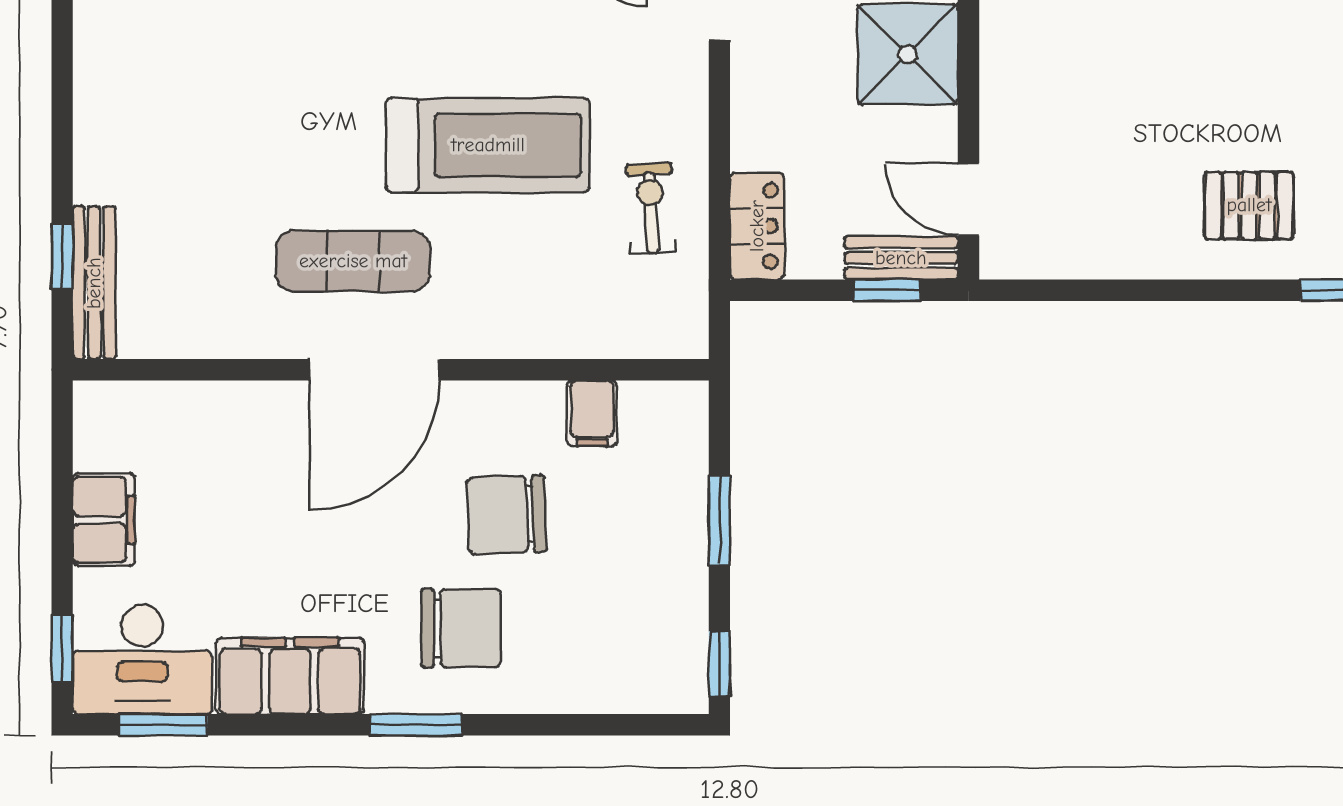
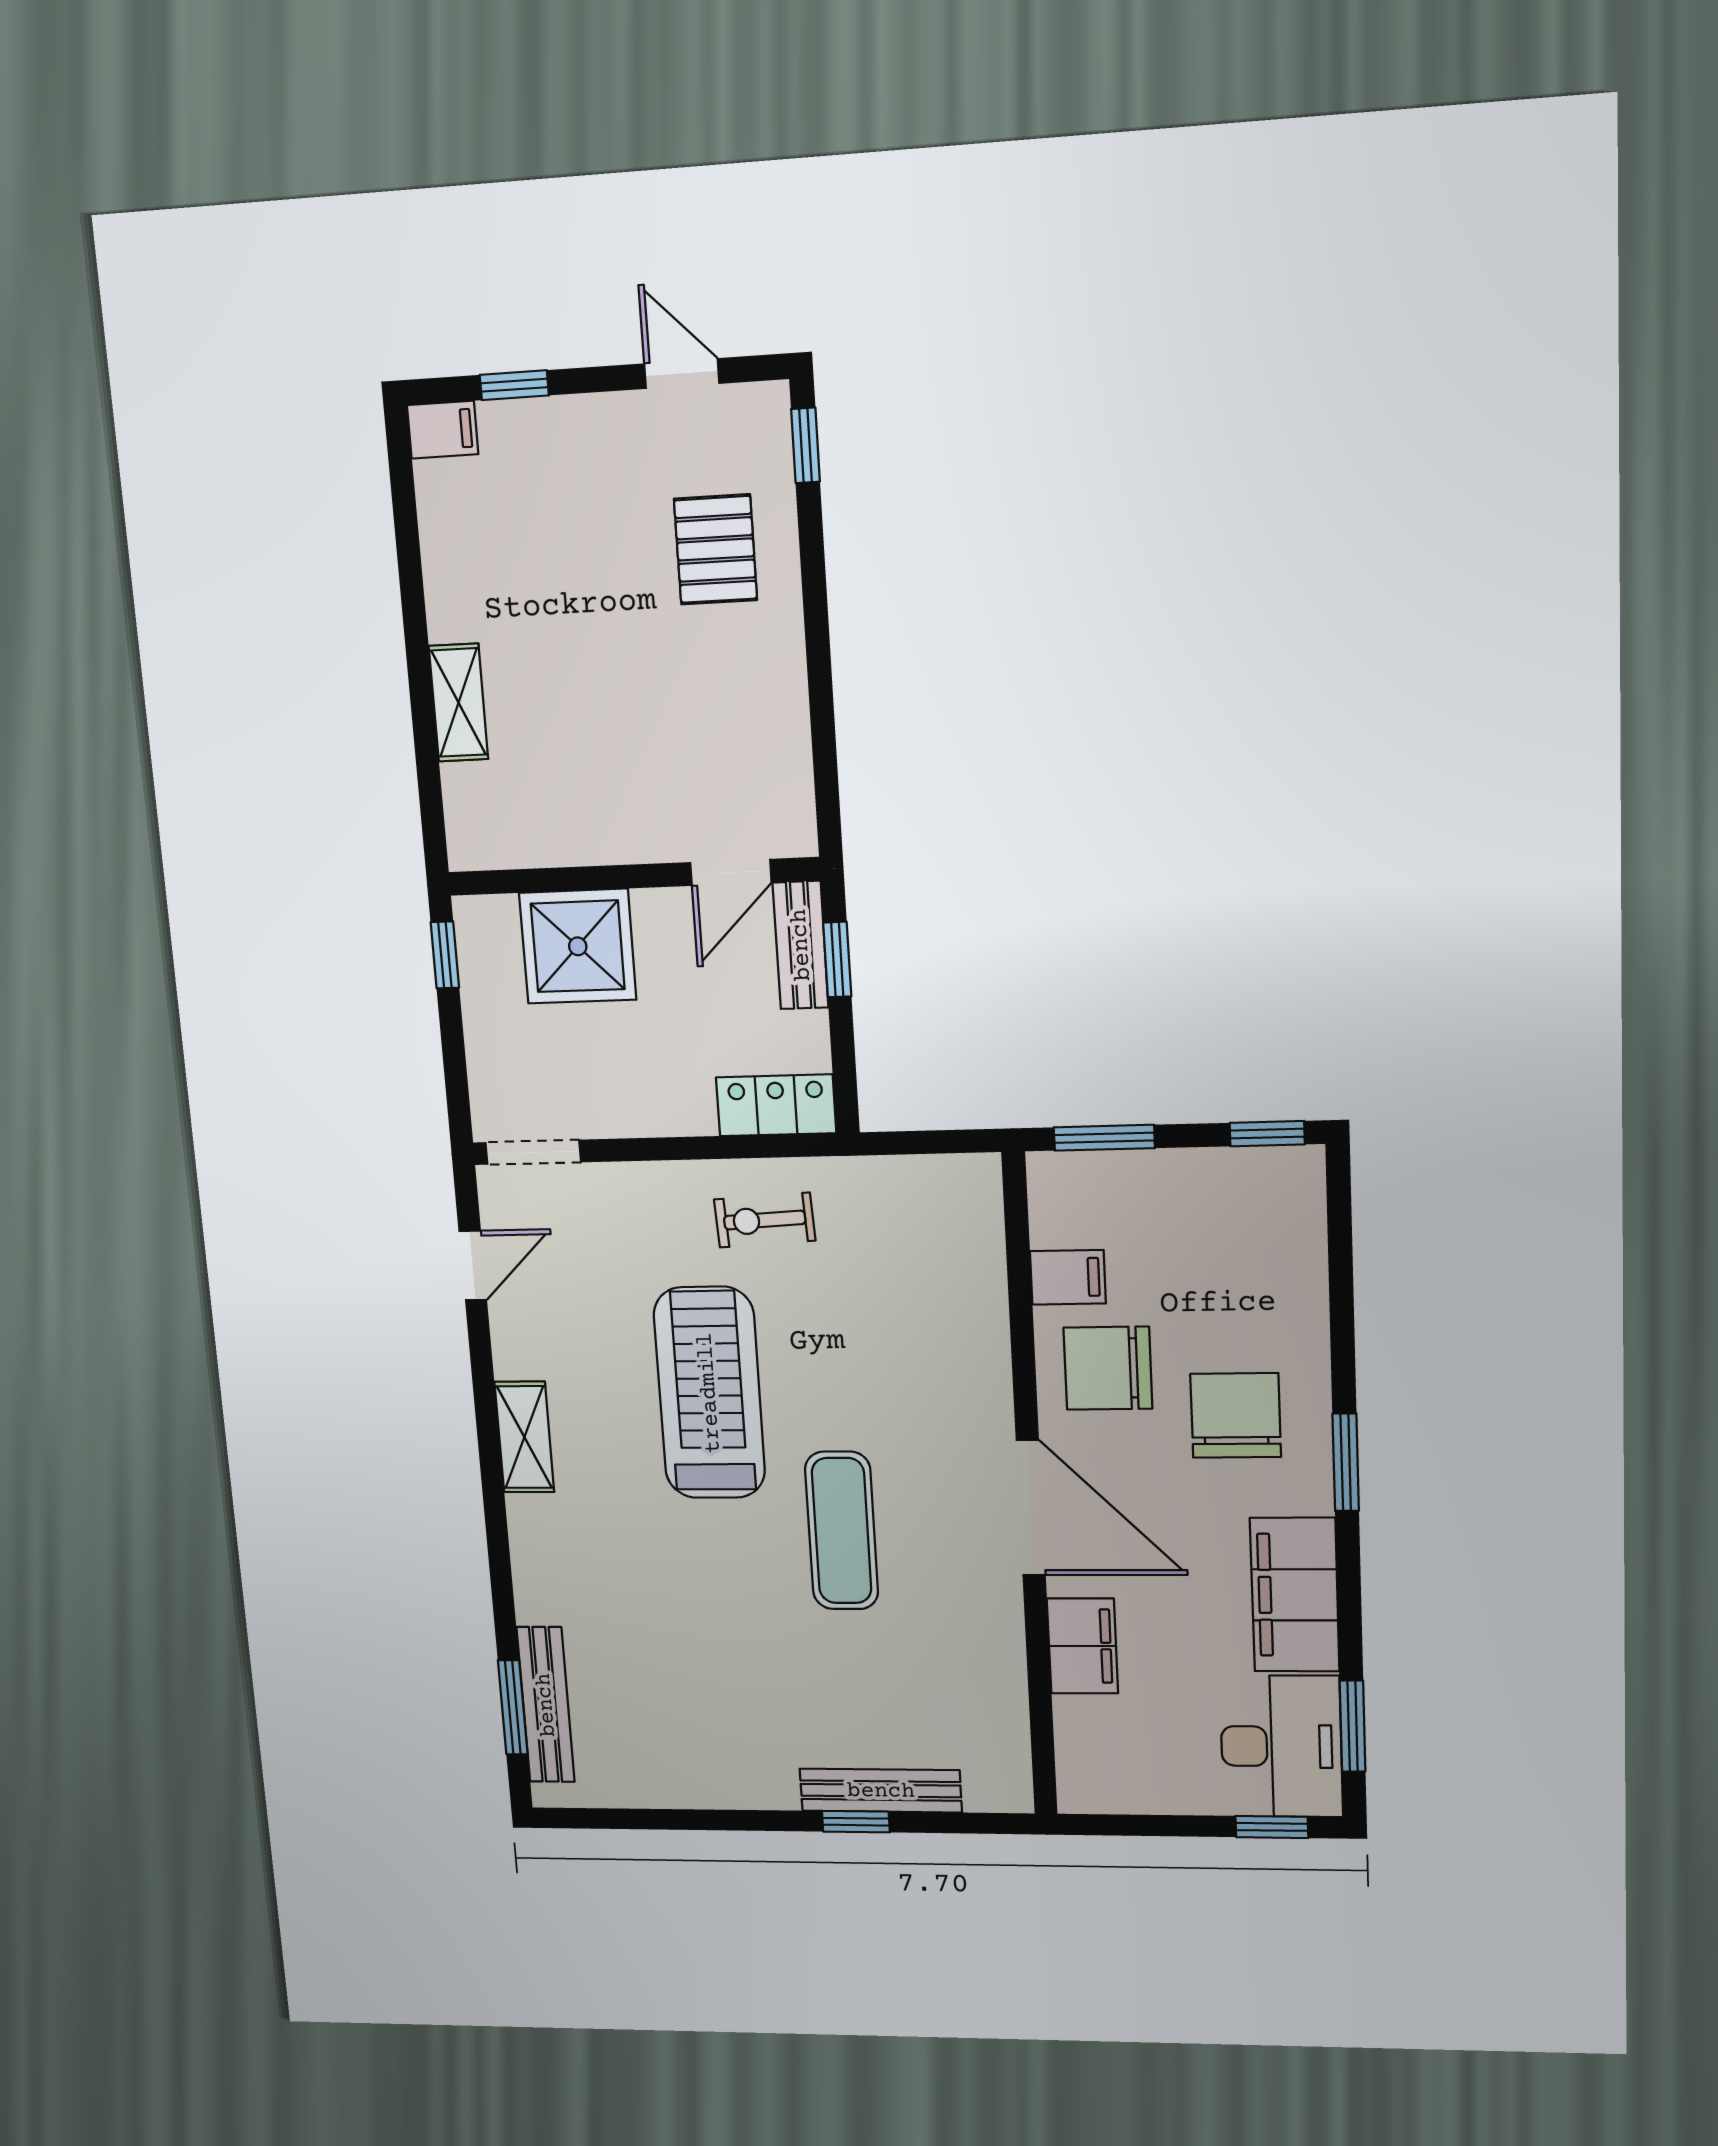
door: (374, 370) -> (1031, 1508), moved
wall: (391, 370) -> (1030, 1491), moved
filing cabinet: (592, 413) -> (1068, 1277), moved
chair: (507, 515) -> (1108, 1368), turned 92
filing cabinet: (104, 520) -> (1082, 1646), moved, turned 90

